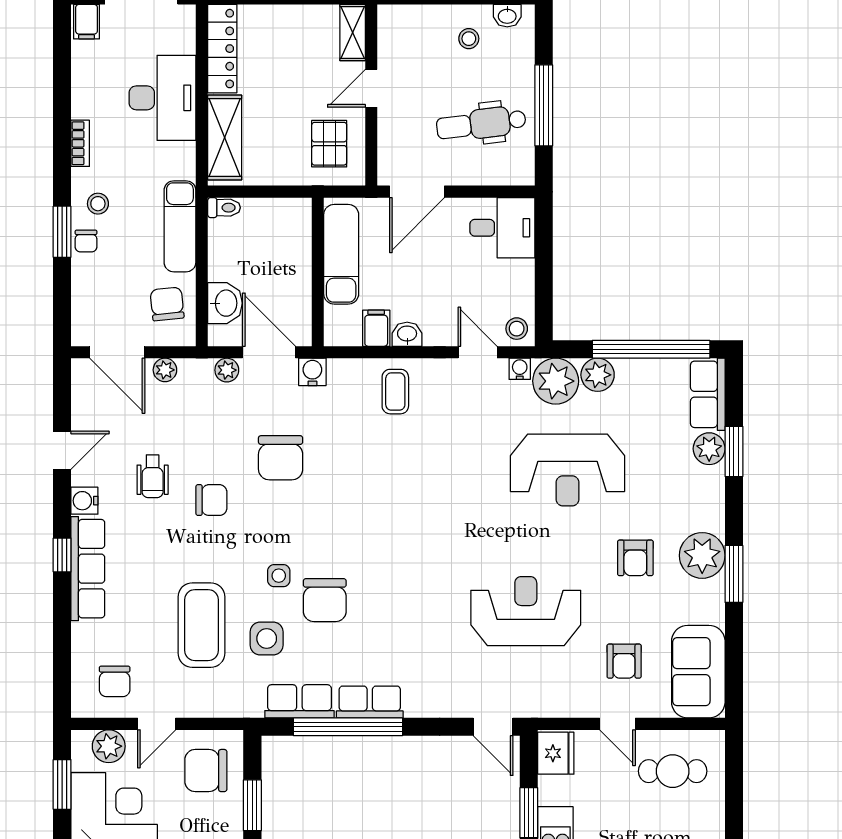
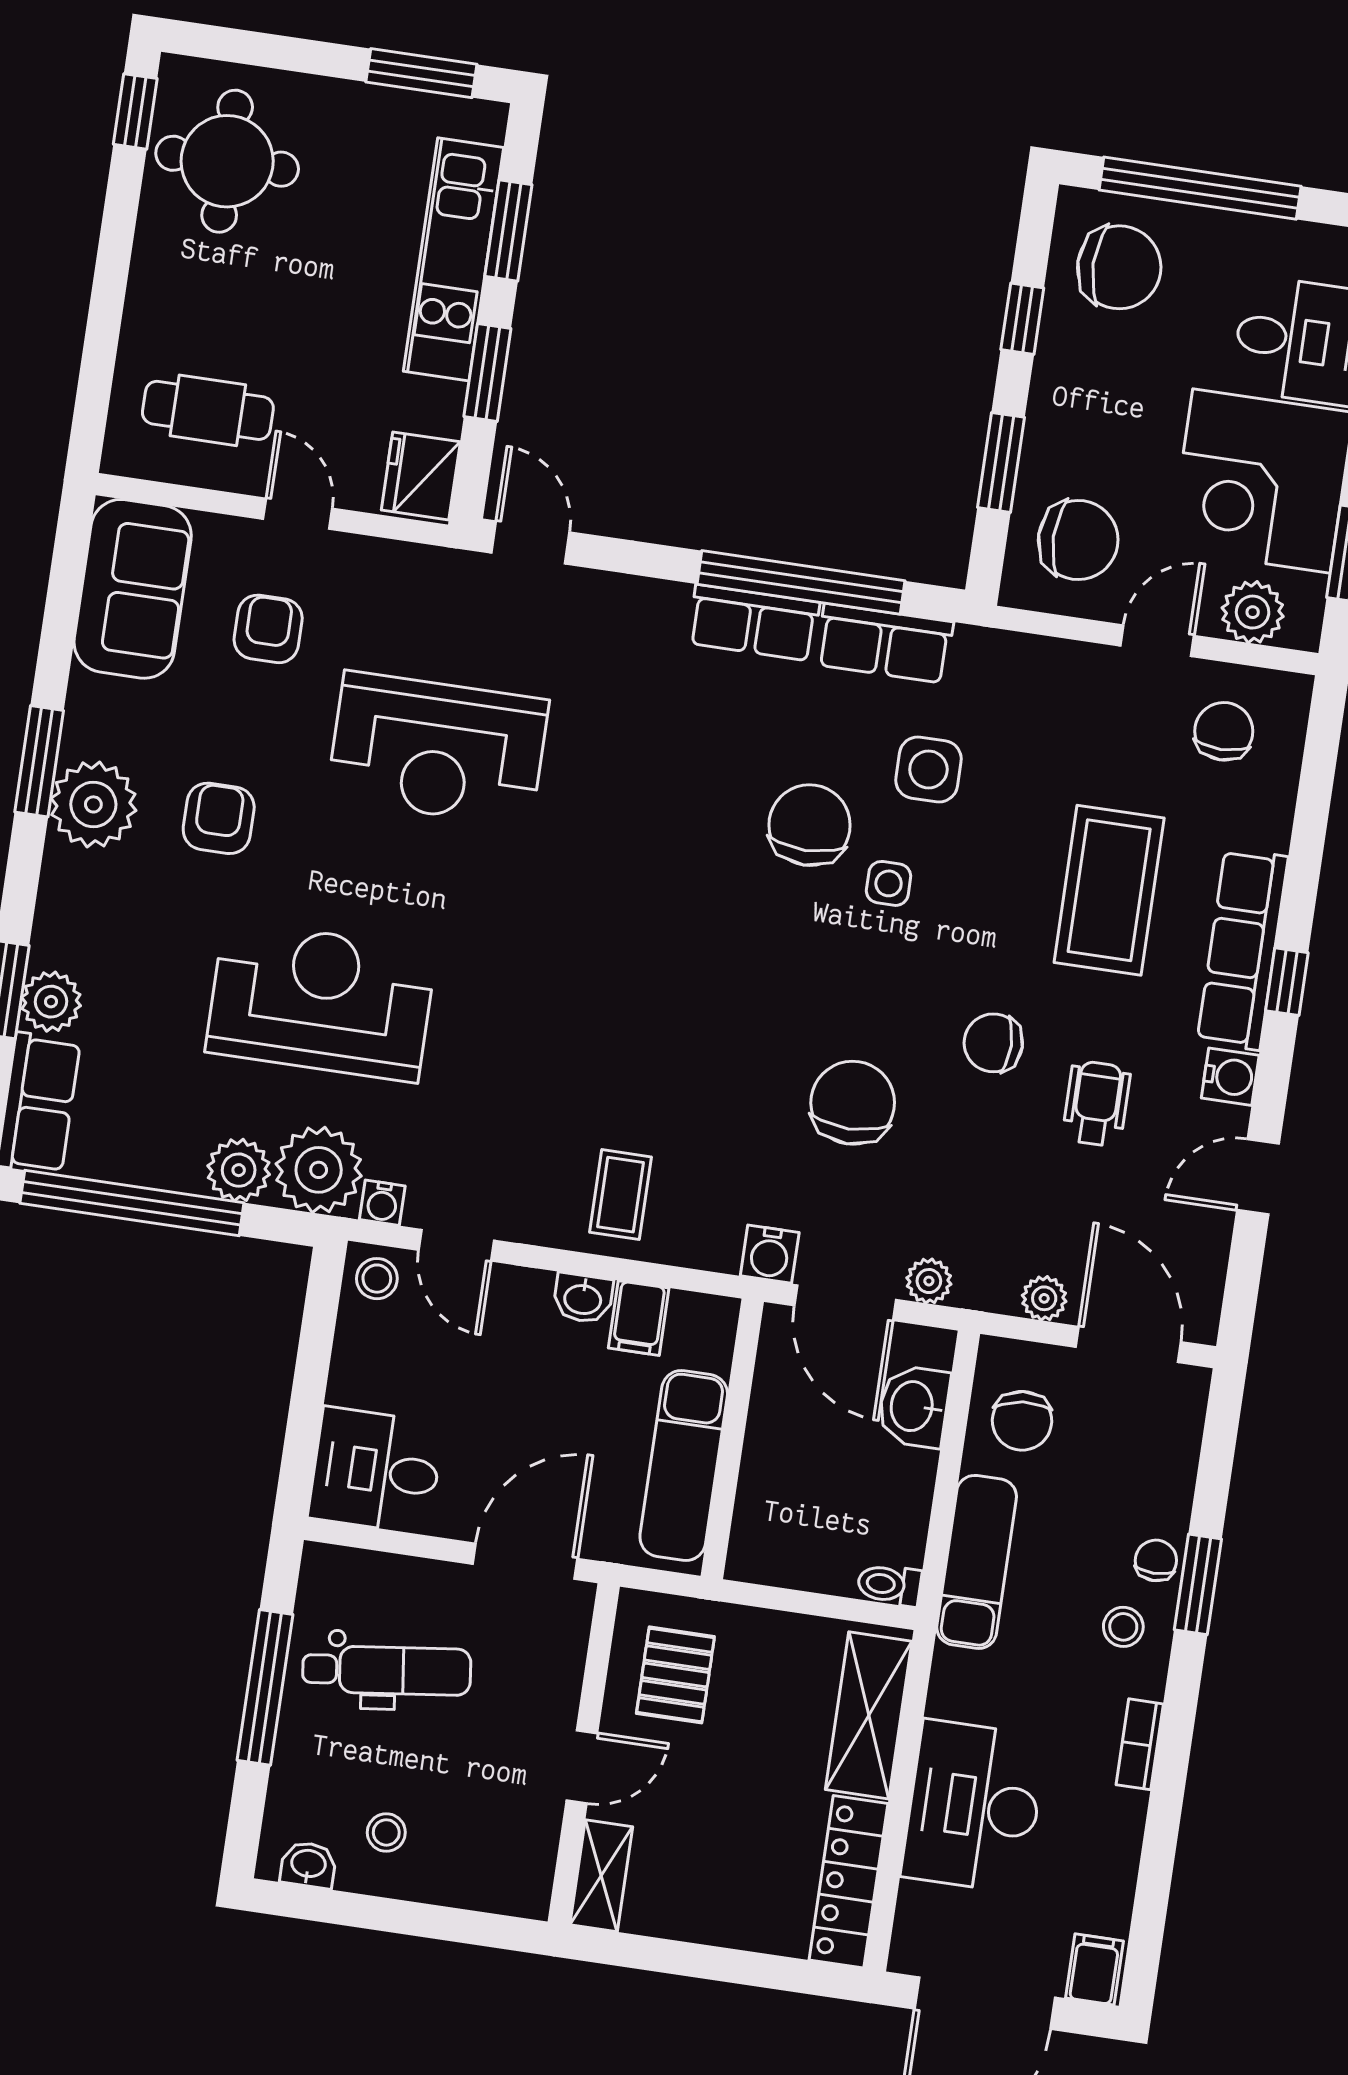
coffee table: (201, 625) -> (1109, 890), moved

